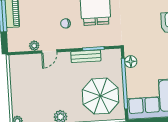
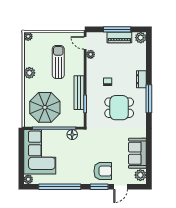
door: (49, 51) -> (85, 43), moved
bench: (86, 56) -> (79, 93), width x1.36
sun lounger: (46, 83) -> (58, 62), added

